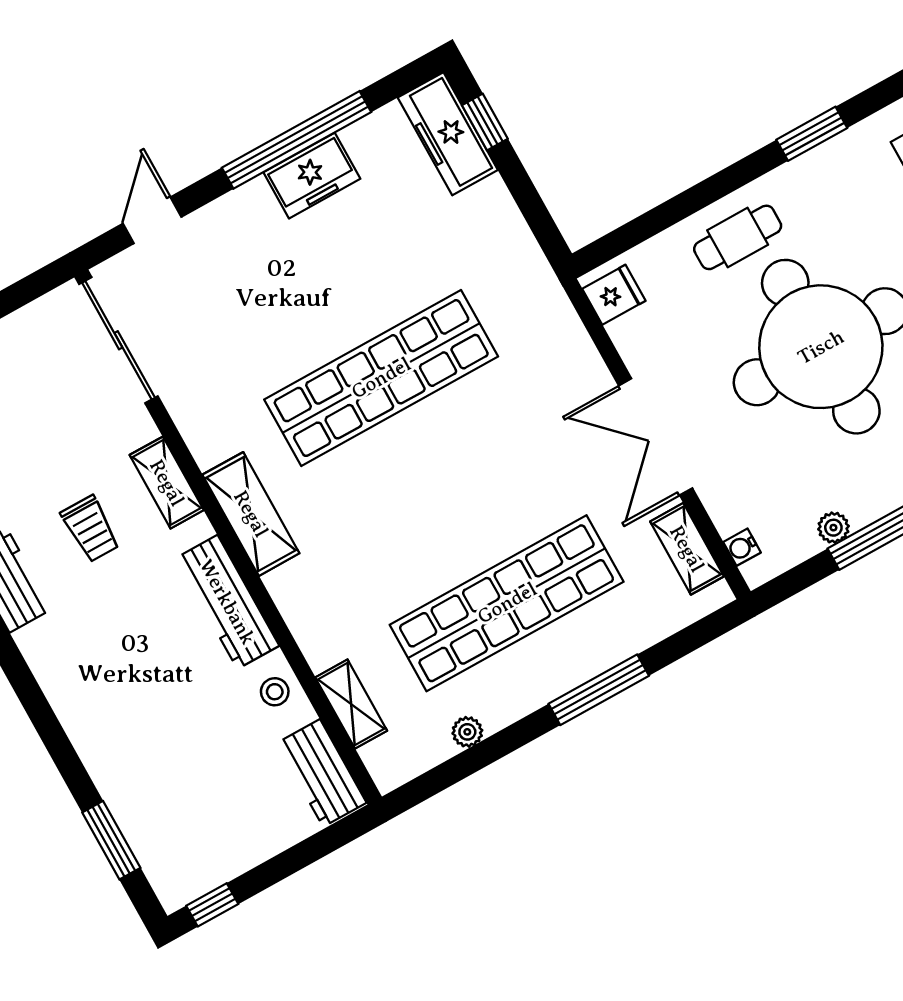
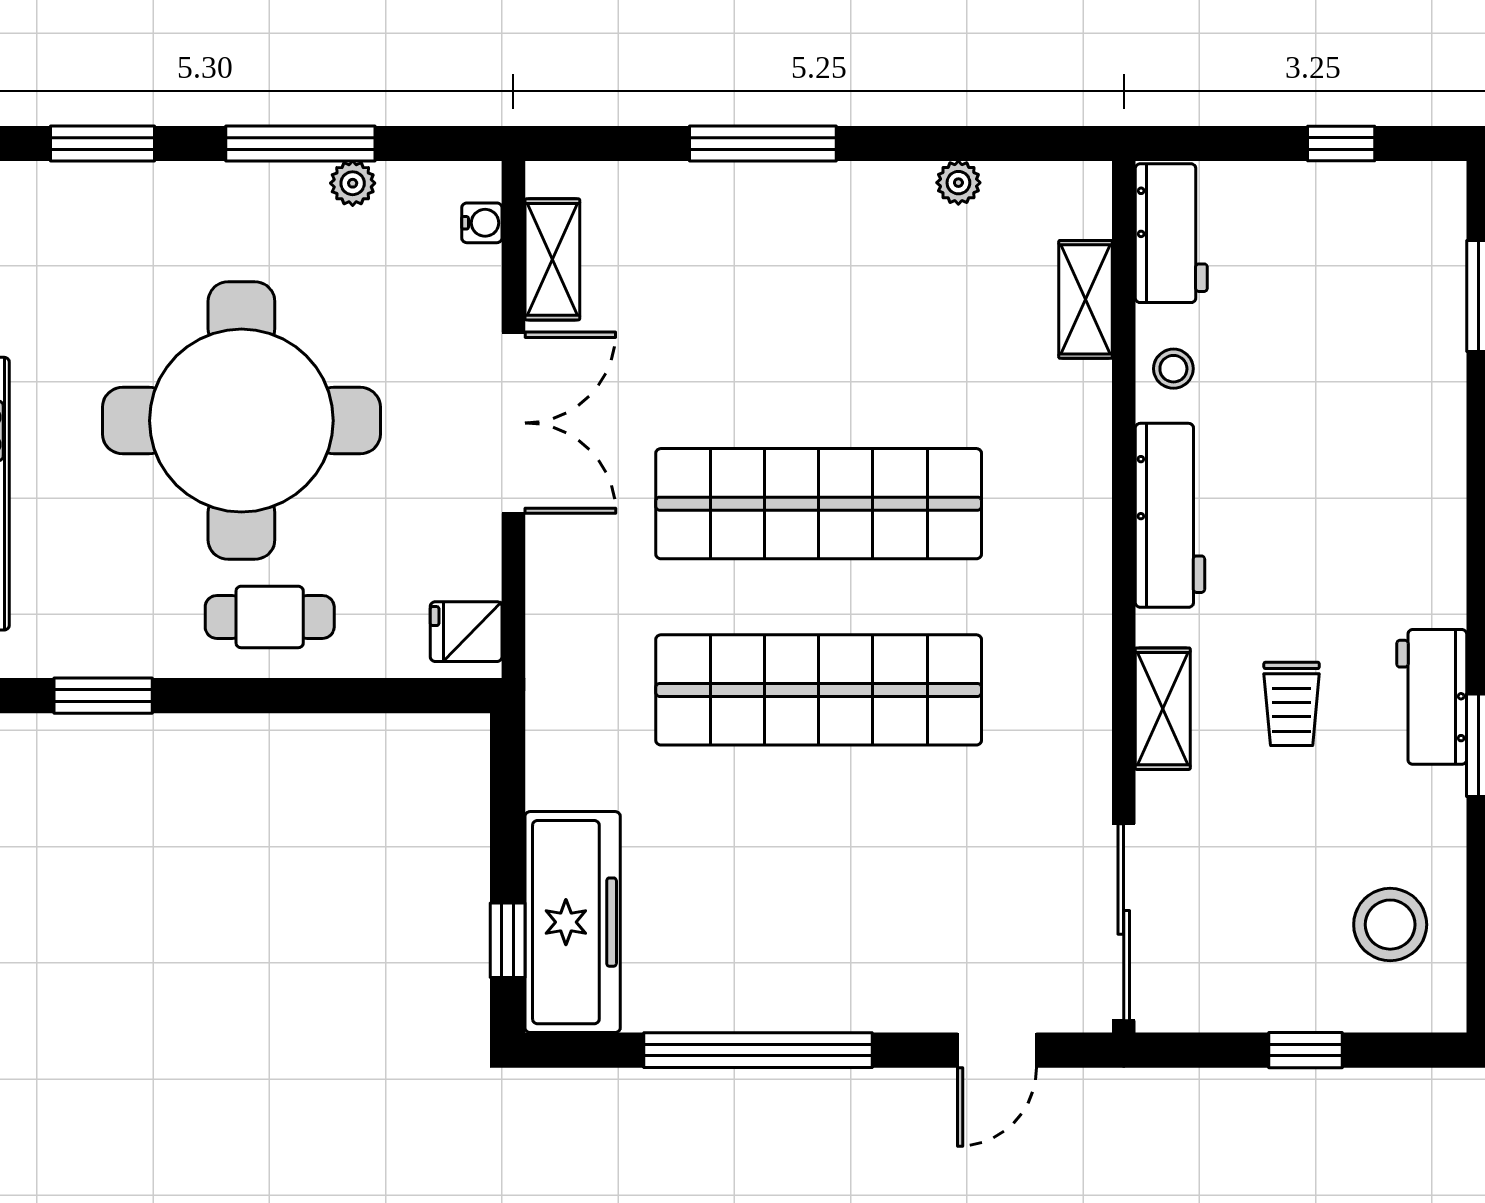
freezer: (448, 134) -> (573, 922), width x1.36, depth x1.26
freezer: (312, 176) -> (764, 994), removed
shelving: (251, 514) -> (1079, 610), removed
trolley: (90, 529) -> (1292, 704), turned 180
shop shelf: (507, 603) -> (819, 504), moved
window: (212, 905) -> (1341, 143), moved

